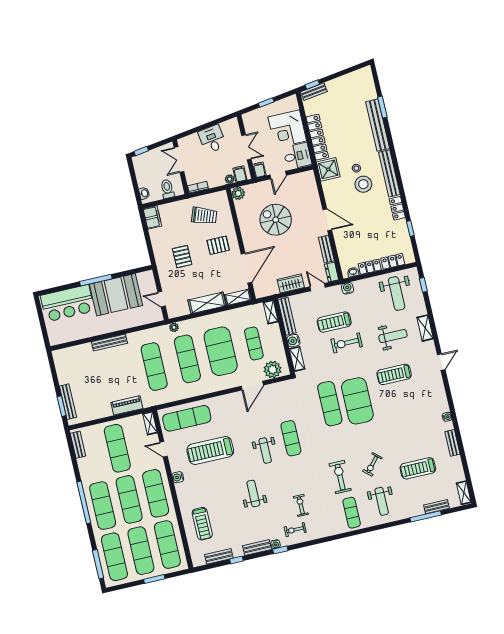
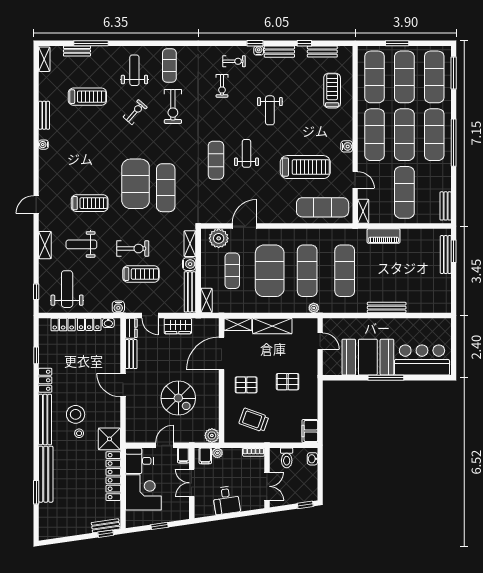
pallet: (182, 257) -> (288, 382), turned 90

